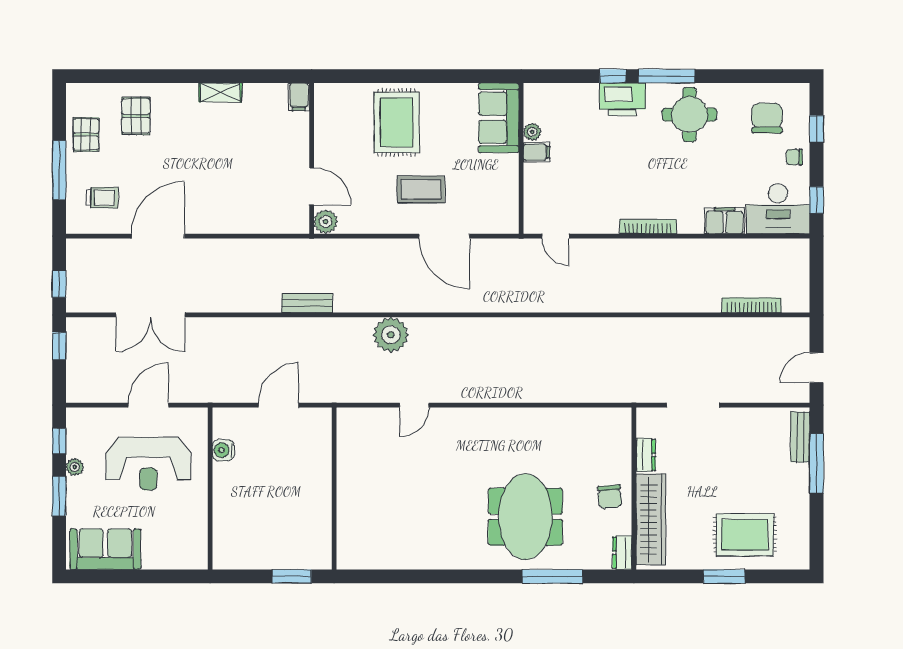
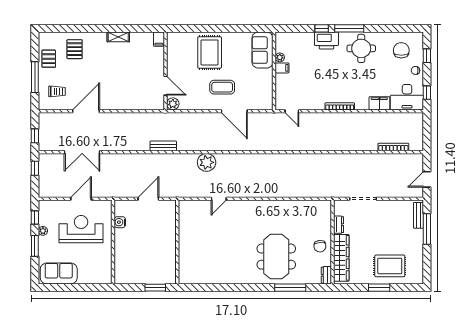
reception desk: (148, 464) -> (81, 229), turned 180

